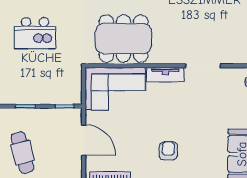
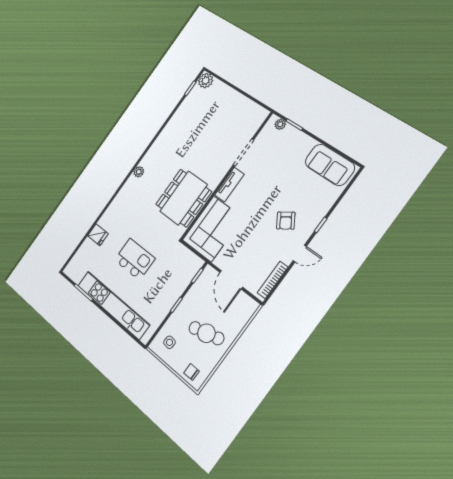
kitchen island: (35, 33) -> (135, 259), turned -90
door: (84, 140) -> (231, 280), swing flipped
armchair: (168, 151) -> (286, 221), turned -123

